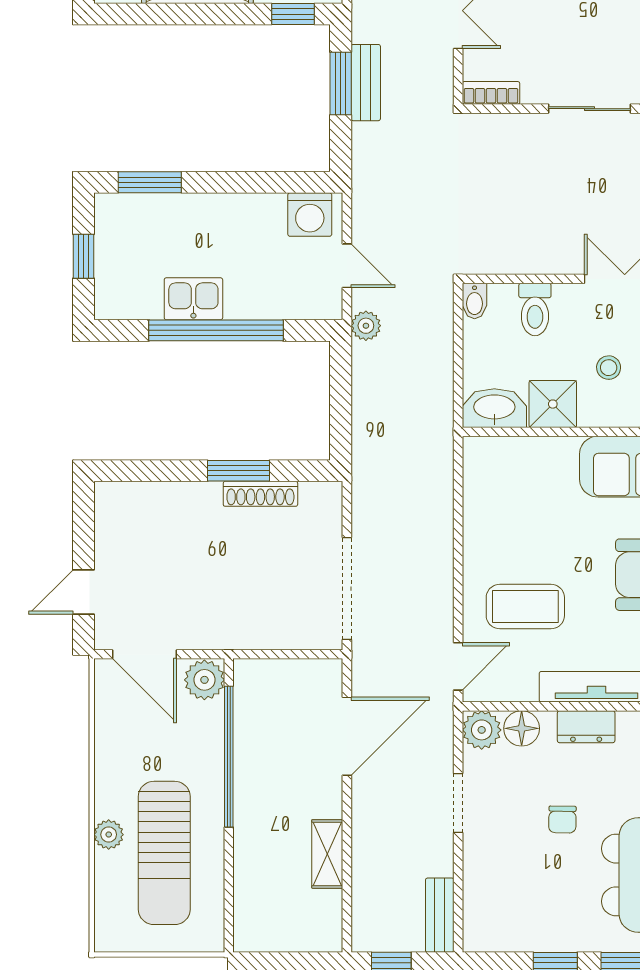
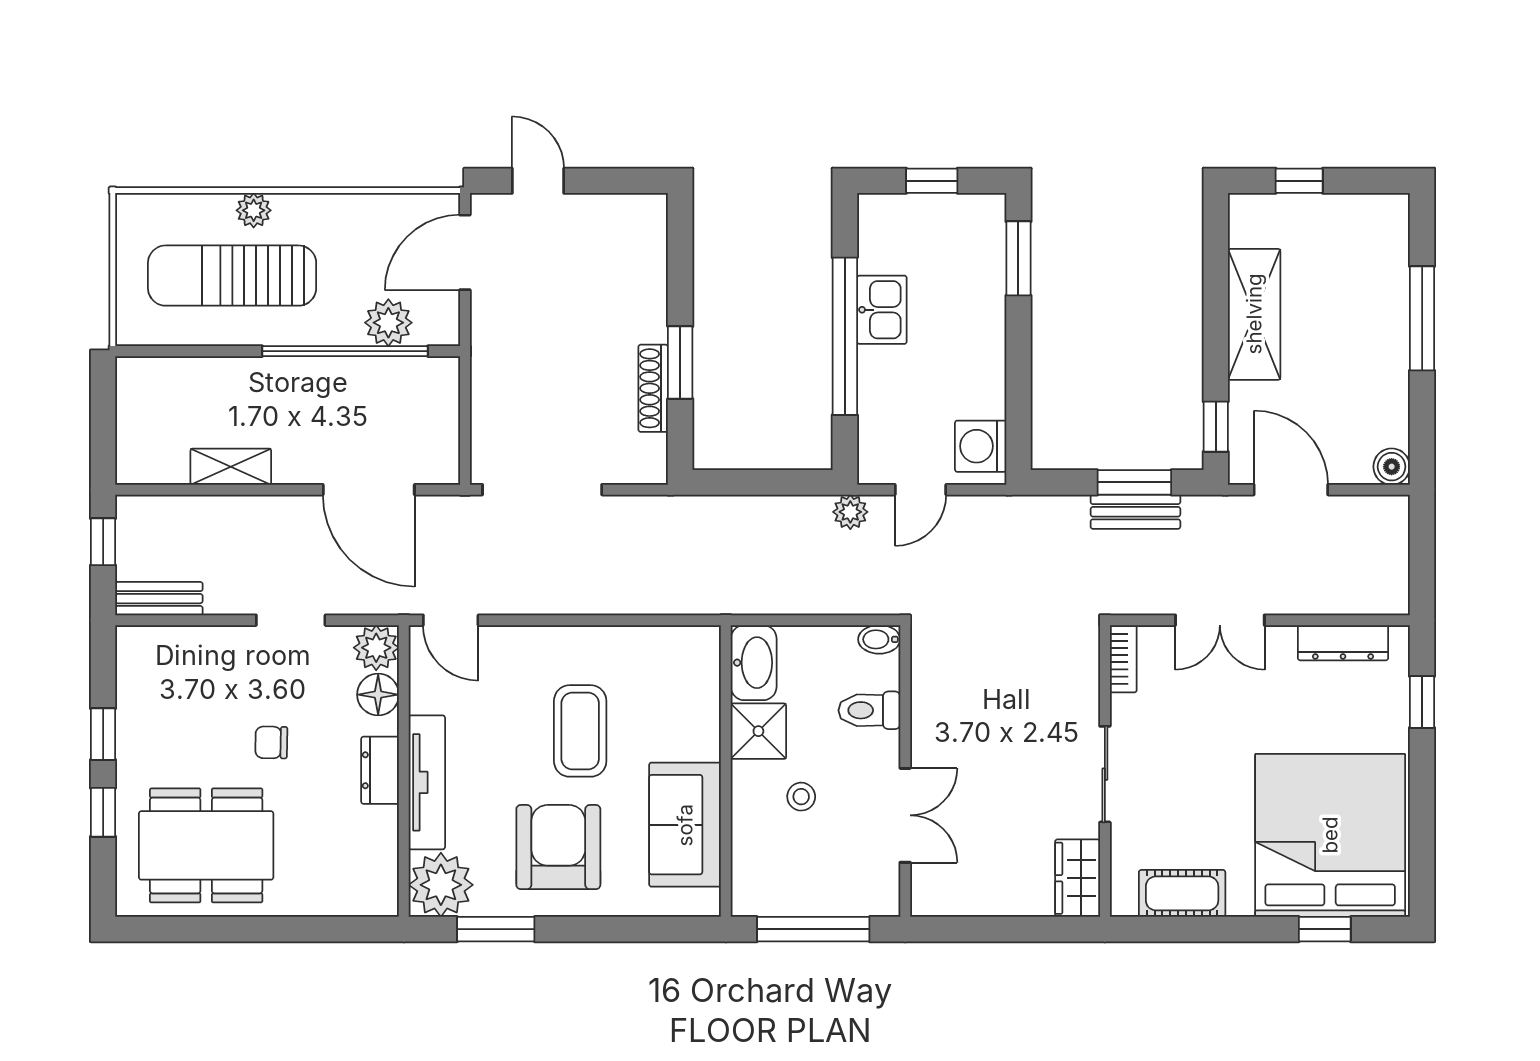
coffee table: (525, 607) -> (580, 731), moved
plant: (204, 680) -> (388, 323), moved

